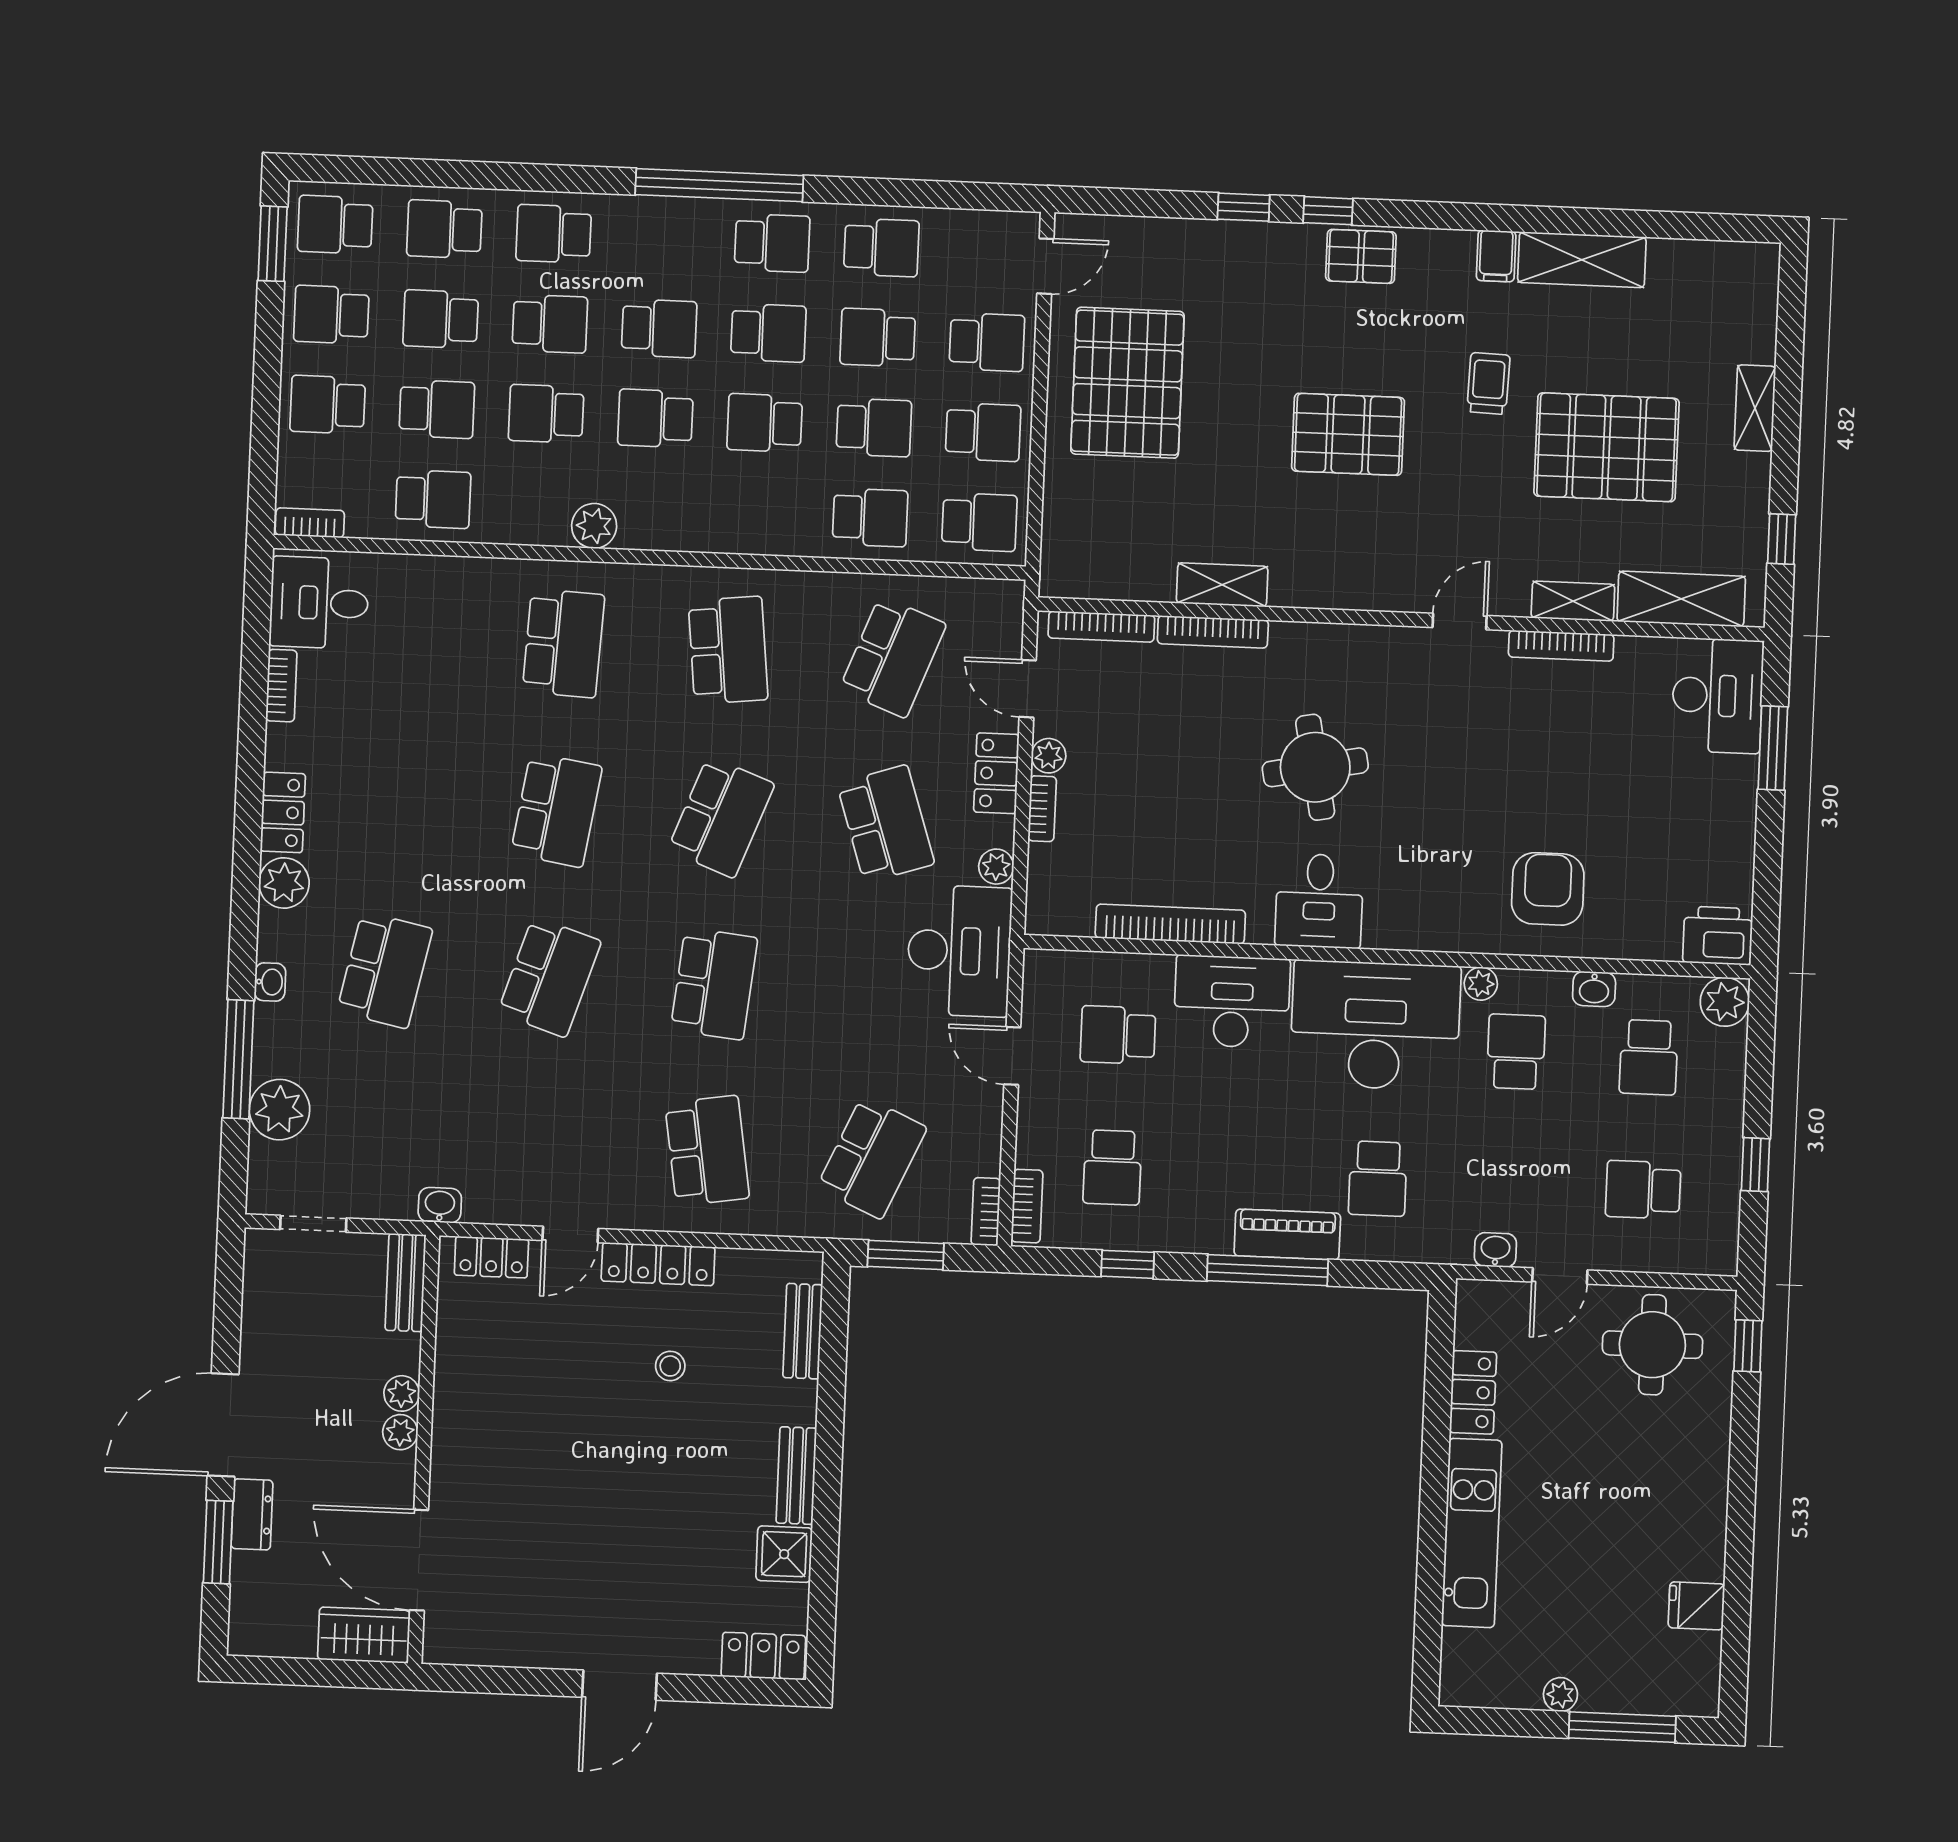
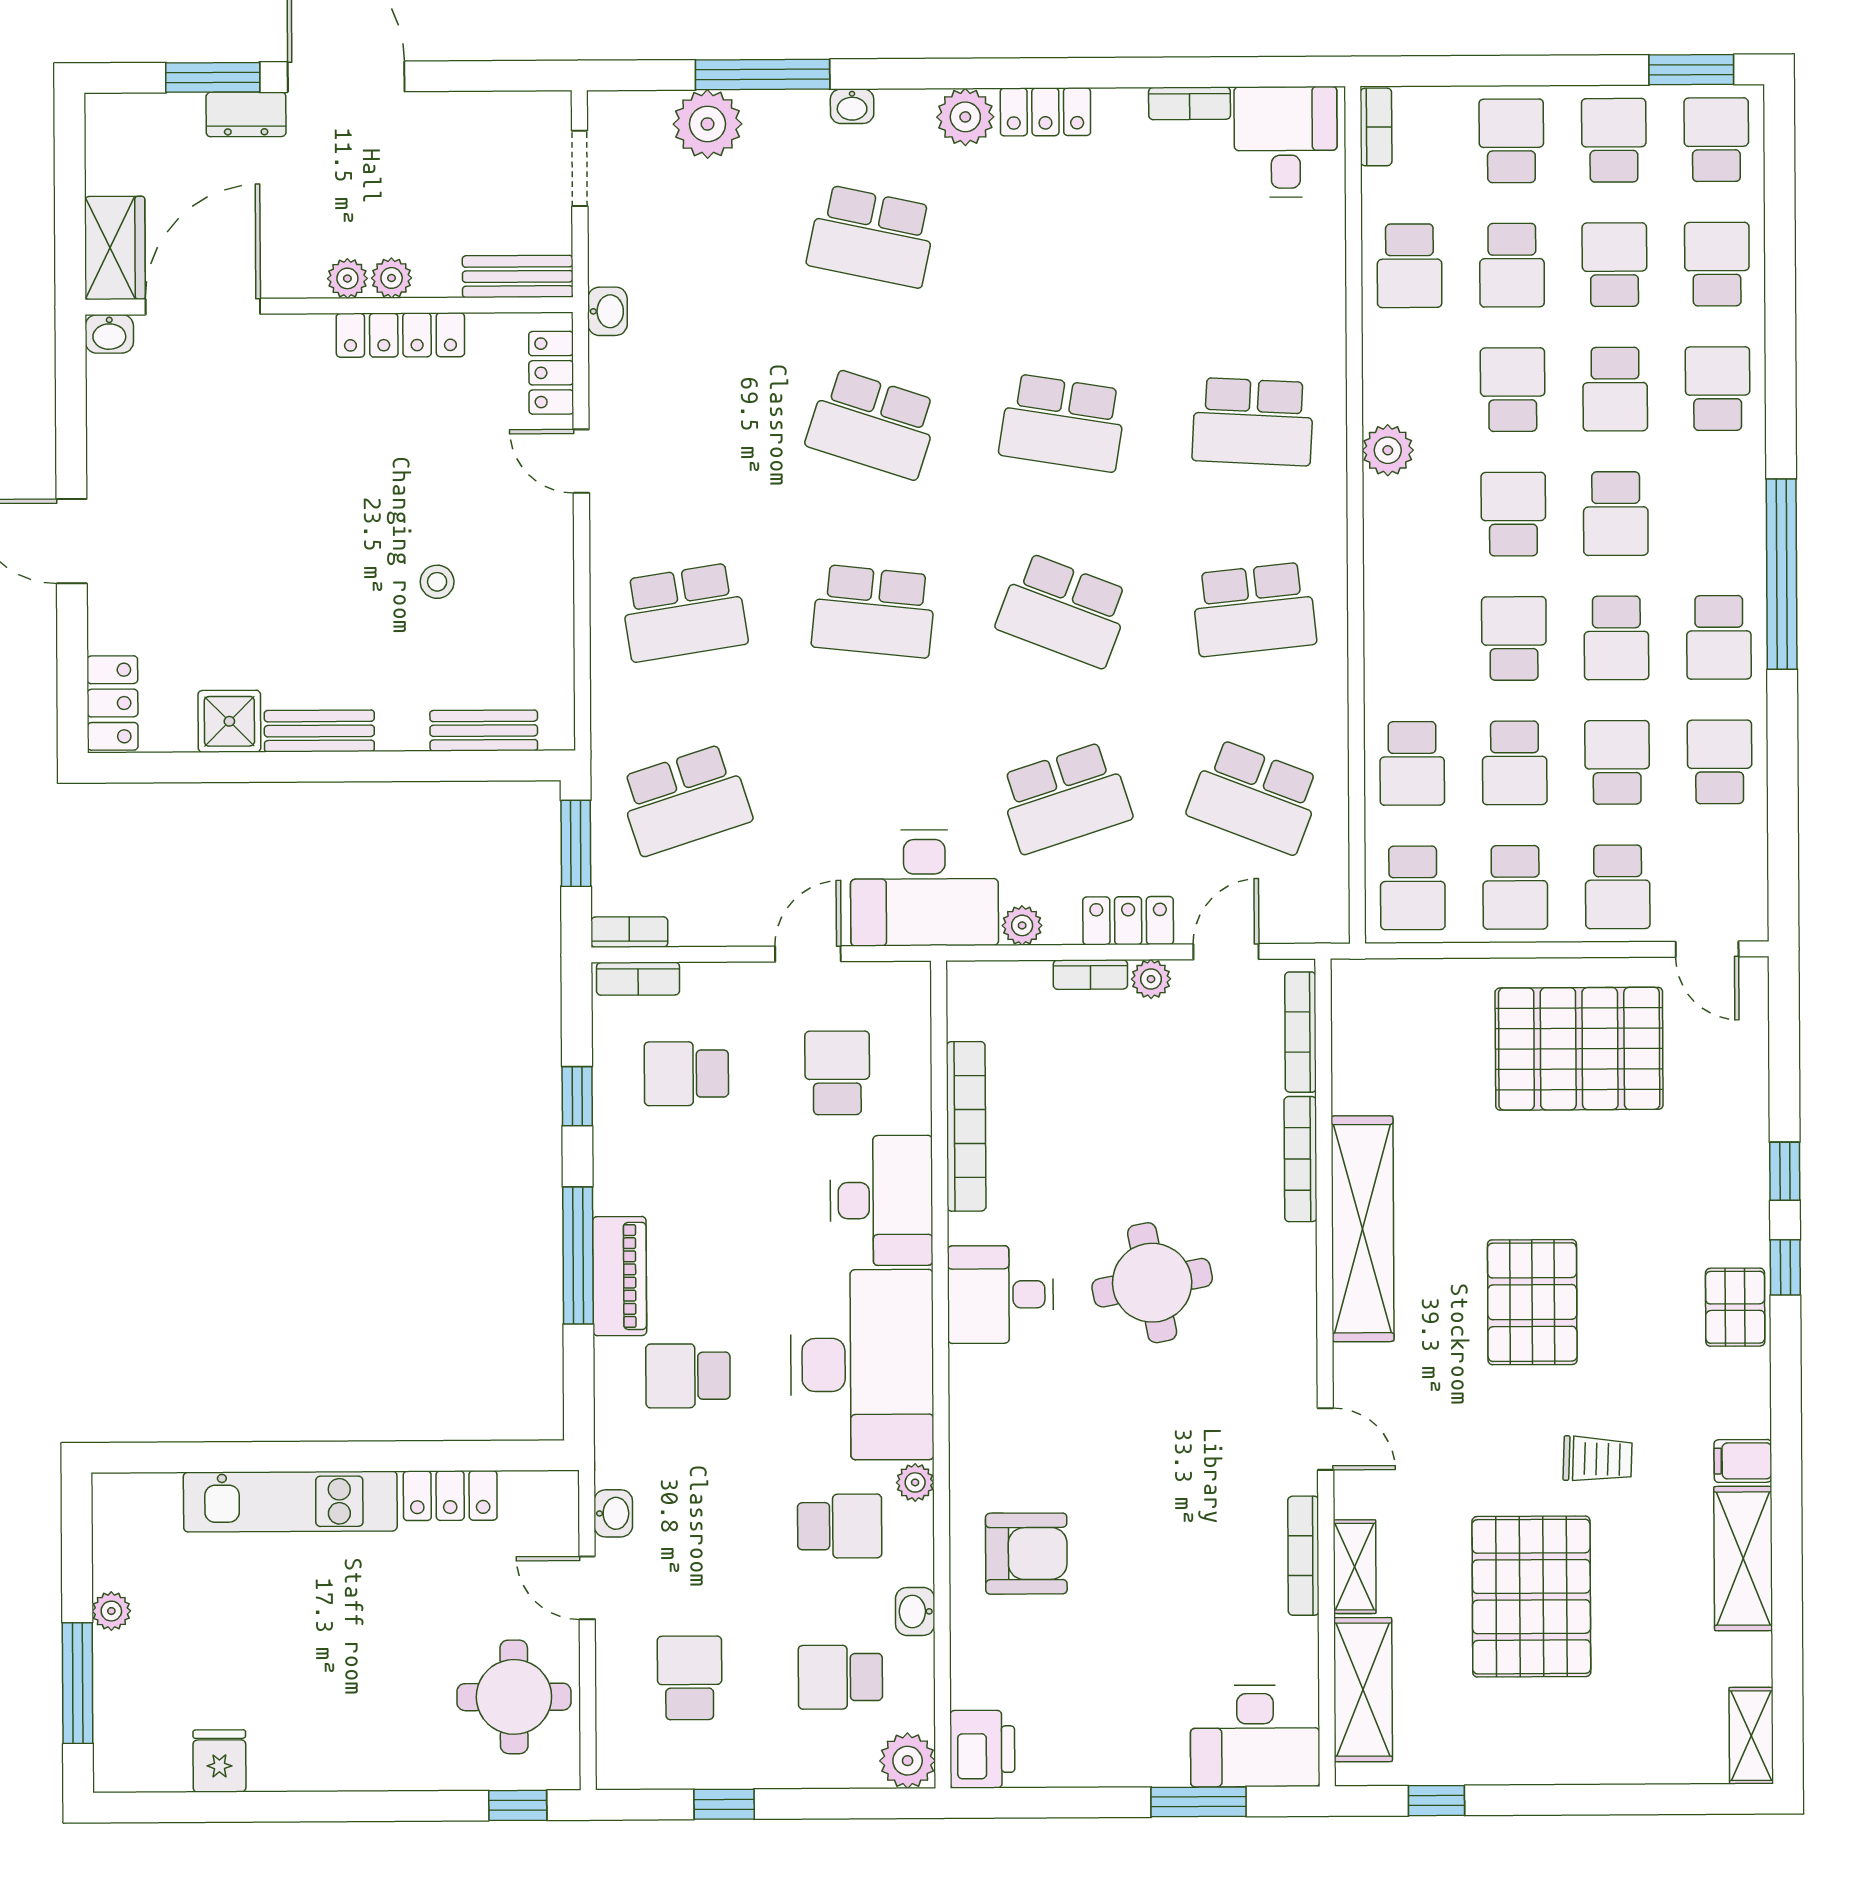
school desk: (881, 248) -> (1720, 762), turned 180
shelving: (1755, 408) -> (1751, 1736), moved, turned 90
shelving: (1222, 585) -> (1363, 1229), width x2.20, depth x1.33
school desk: (872, 1158) -> (685, 800), turned -42
locker: (658, 1264) -> (400, 335), moved, turned -90
washbasin: (439, 1643) -> (109, 334), added

